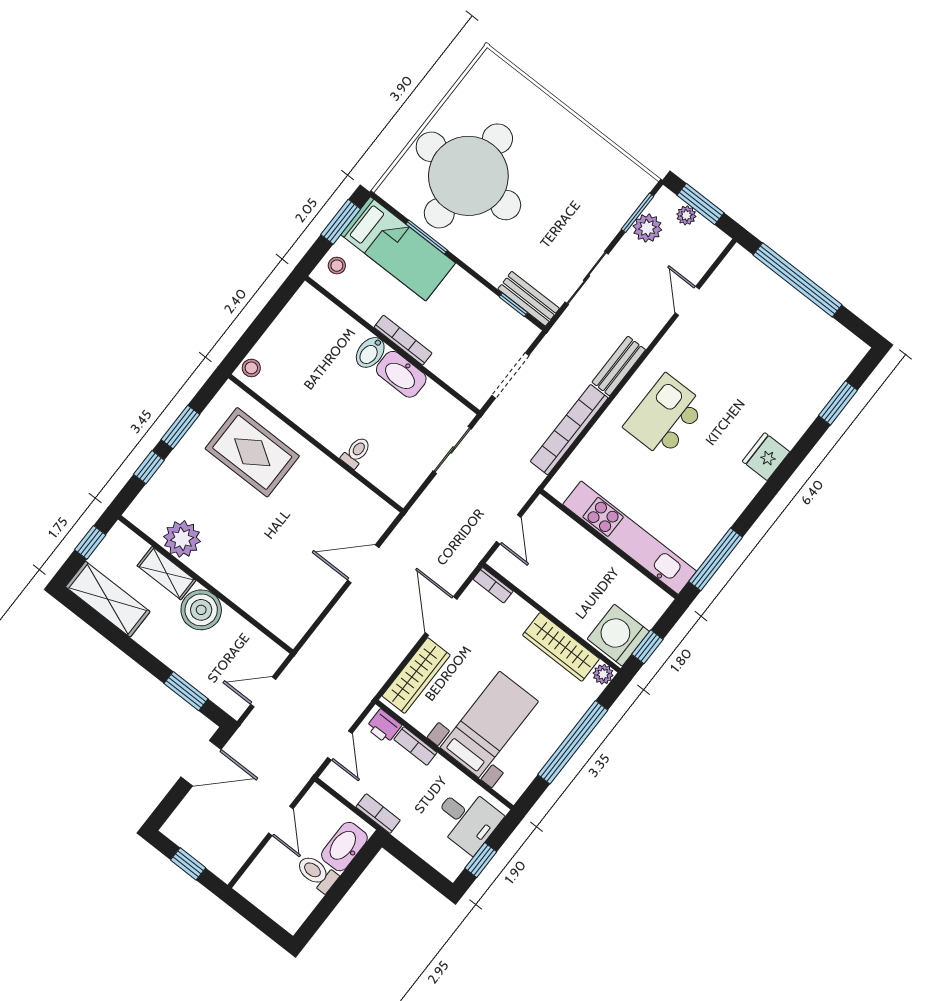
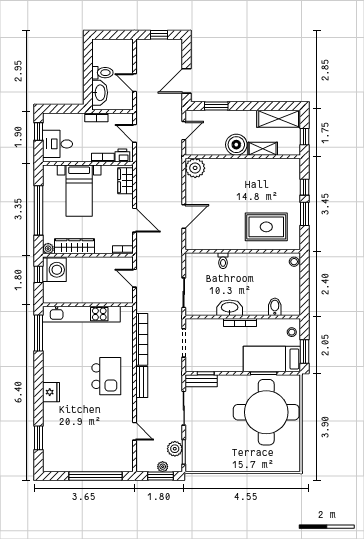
bidet: (370, 352) -> (275, 307), moved
plant: (182, 539) -> (195, 168), moved
wardrobe: (416, 675) -> (125, 181), width x0.67

